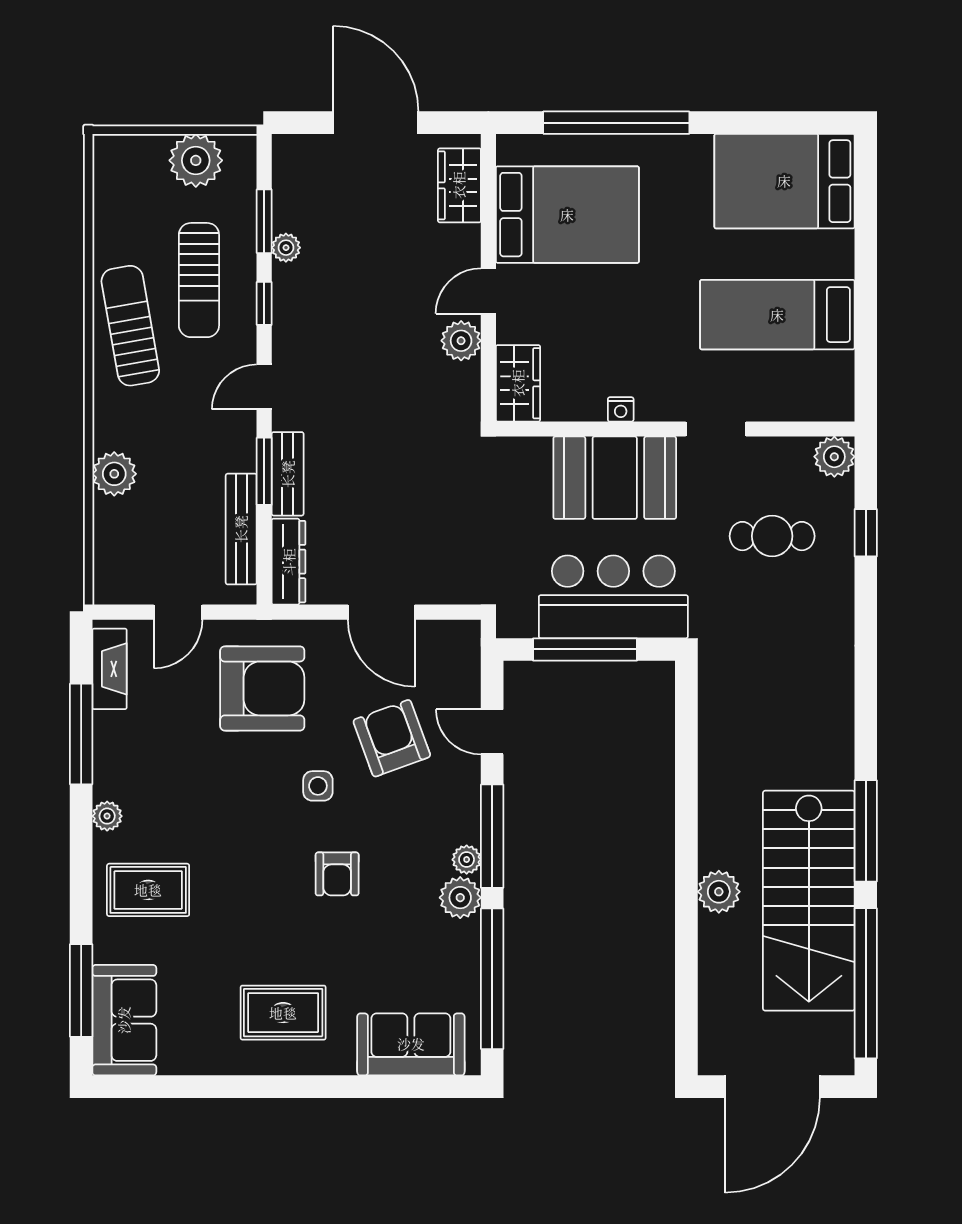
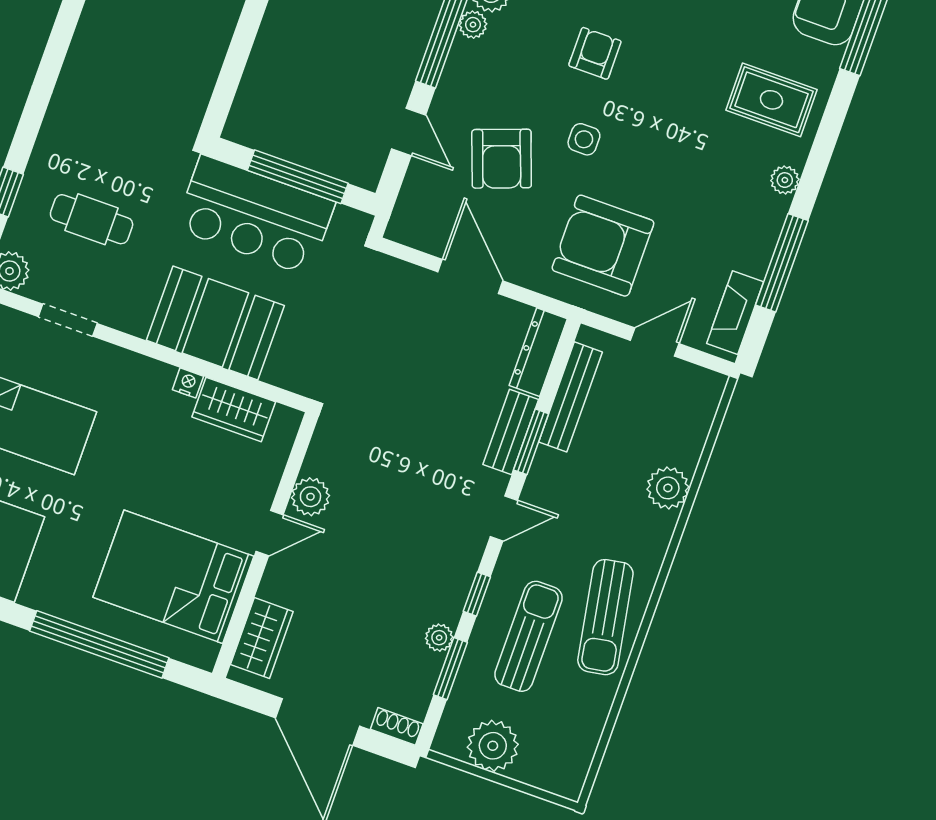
shoe rack: (297, 146) -> (397, 726), added
wardrobe: (518, 383) -> (234, 409), moved, turned -90
doorway: (716, 429) -> (68, 320), moved

